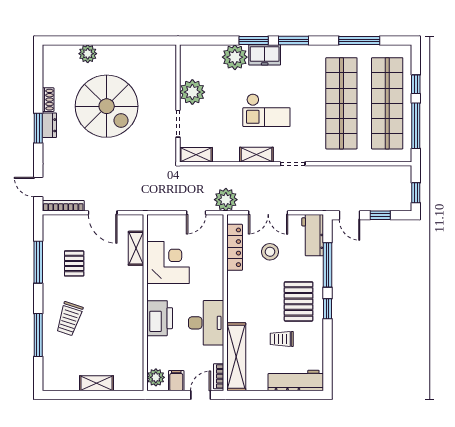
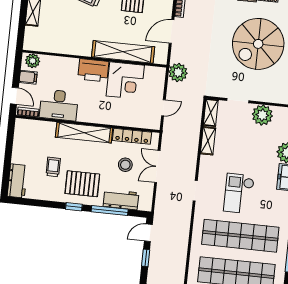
checkout: (266, 110) -> (239, 193), moved
shelving: (256, 155) -> (208, 141), moved
plant: (226, 200) -> (178, 72), moved
door: (196, 213) -> (163, 108), swing flipped
workbench: (313, 235) -> (121, 199), moved
shelving: (136, 248) -> (123, 52), width x2.20, depth x1.33
printer: (160, 318) -> (93, 70), moved
desk: (206, 323) -> (59, 105), moved
shelving: (236, 357) -> (84, 133), moved
workbench: (296, 381) -> (17, 181), width x0.73

